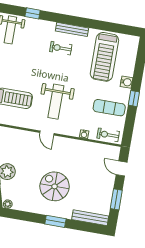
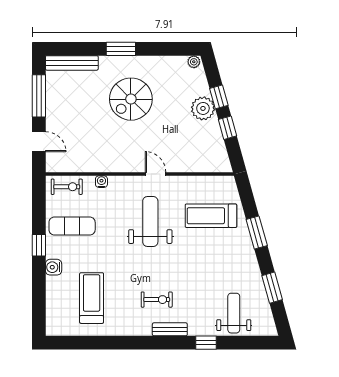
bench: (72, 29) -> (170, 329), moved, width x0.73
treadmill: (104, 57) -> (92, 298), width x0.73, depth x0.73
spiral stairs: (55, 186) -> (131, 99), turned 90
window: (116, 199) -> (39, 96), width x1.44

